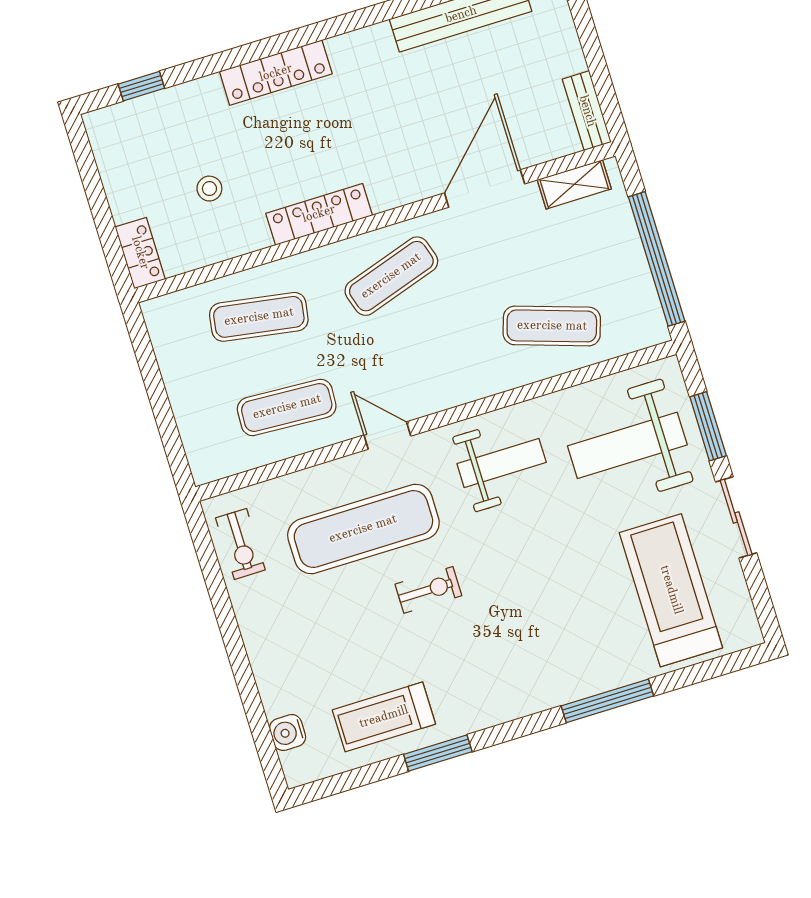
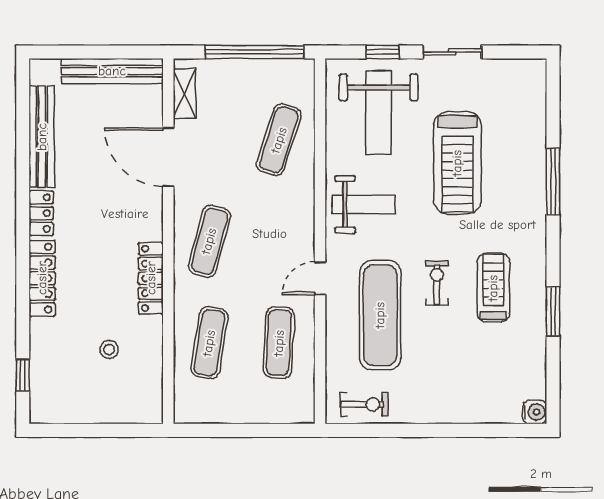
bench: (587, 111) -> (112, 71), width x1.86, depth x1.21
locker: (140, 253) -> (41, 213), moved, turned 90
exercise mat: (391, 276) -> (209, 241), turned 33
window: (708, 426) -> (383, 52), width x0.67
weight bench: (502, 463) -> (364, 204), turned 90
treadmill: (671, 590) -> (457, 163), moved, turned -90
treadmill: (384, 717) -> (493, 288), moved, turned 180
water cooler: (288, 733) -> (535, 412), moved, turned -90

